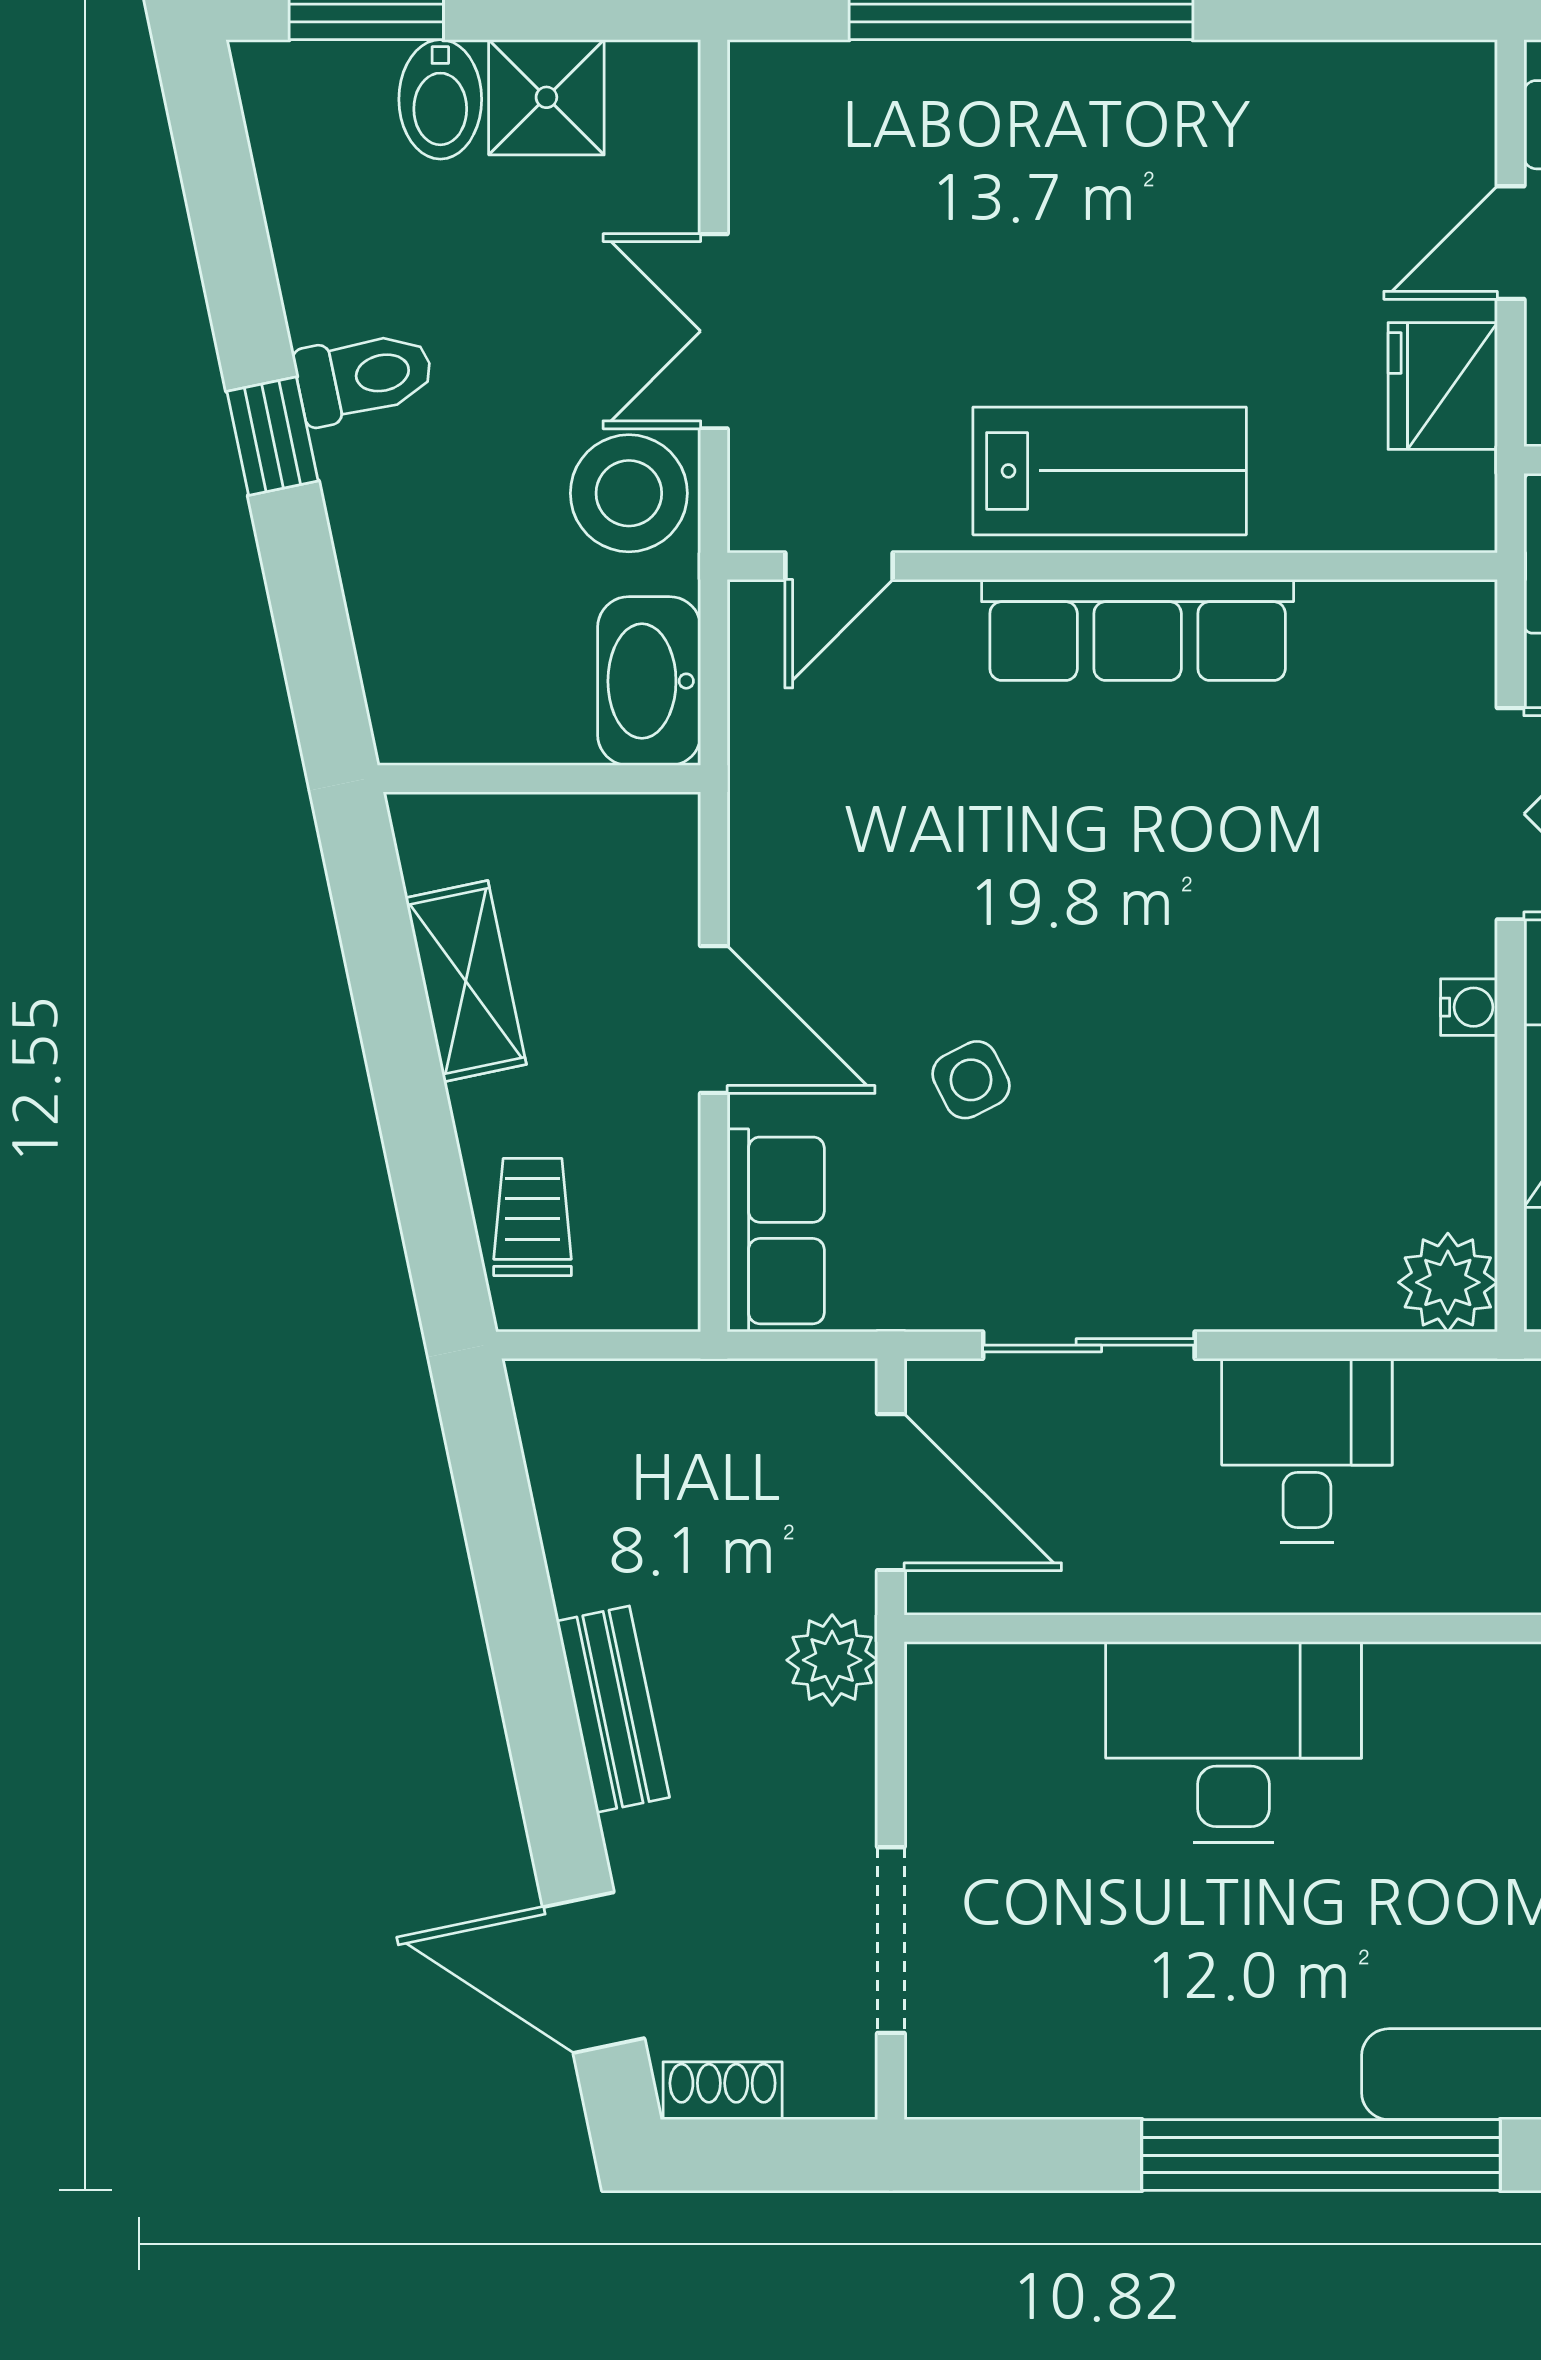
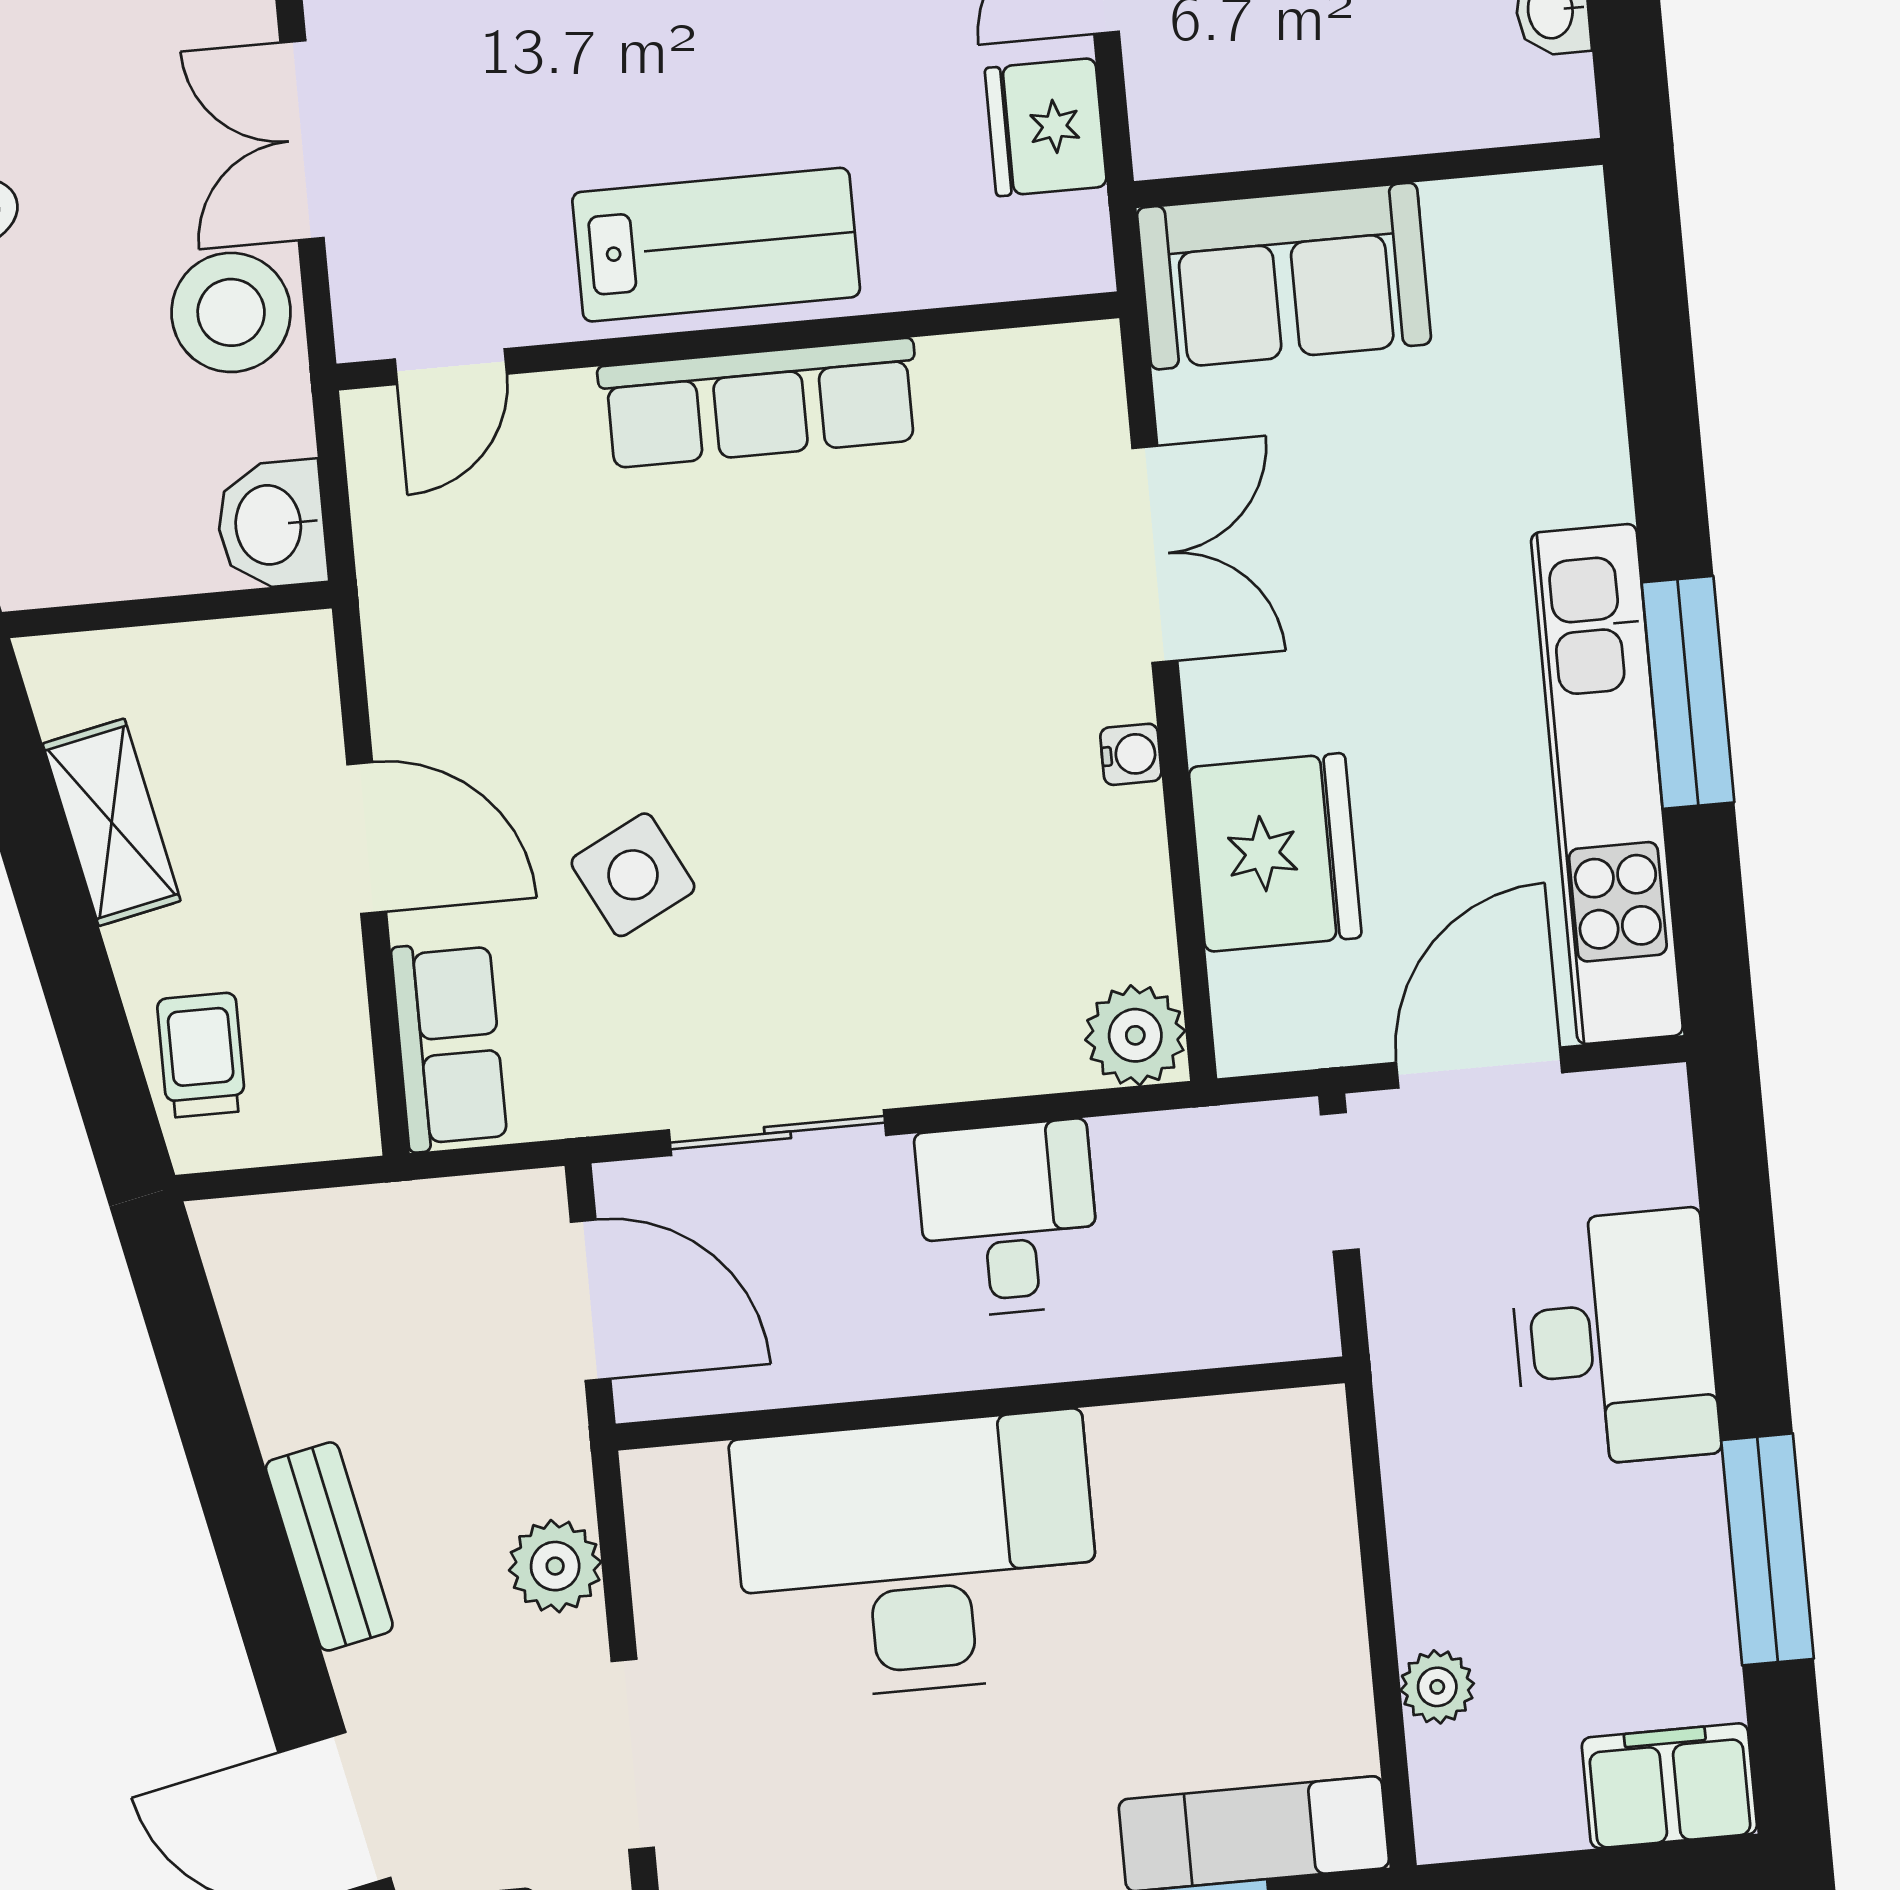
washbasin: (649, 681) -> (271, 525), width x0.72
side table: (971, 1080) -> (633, 875), width x1.37, depth x1.37
plant: (832, 1660) -> (555, 1566), moved
desk: (1234, 1742) -> (917, 1556), width x1.36, depth x1.30

